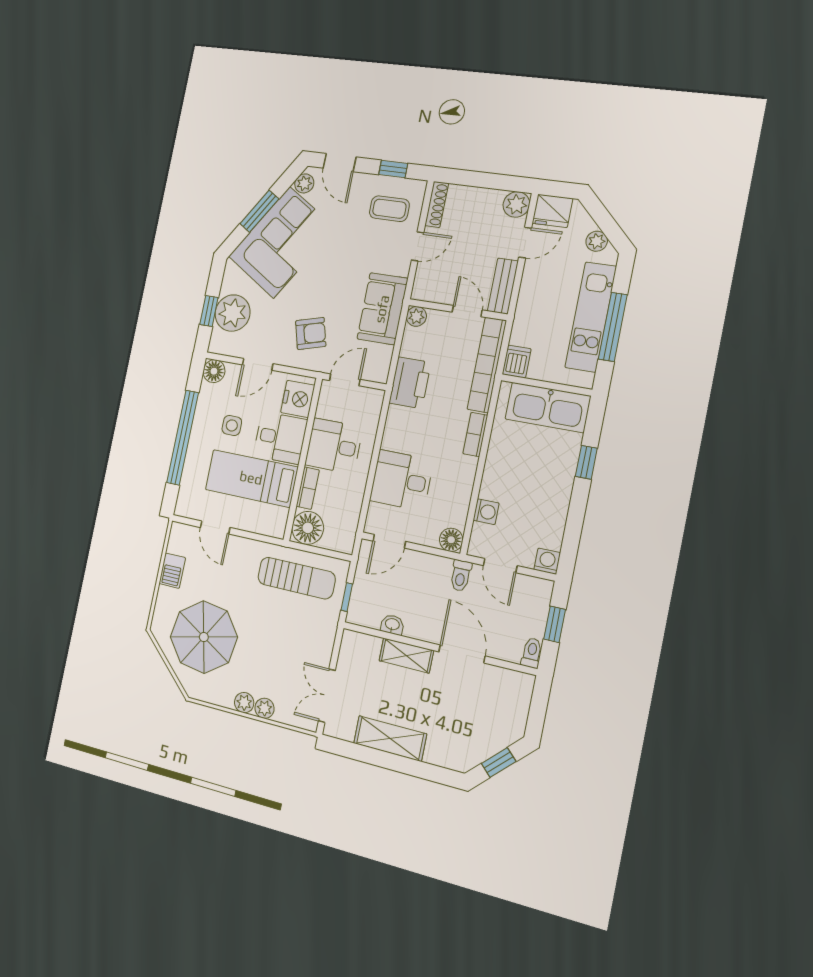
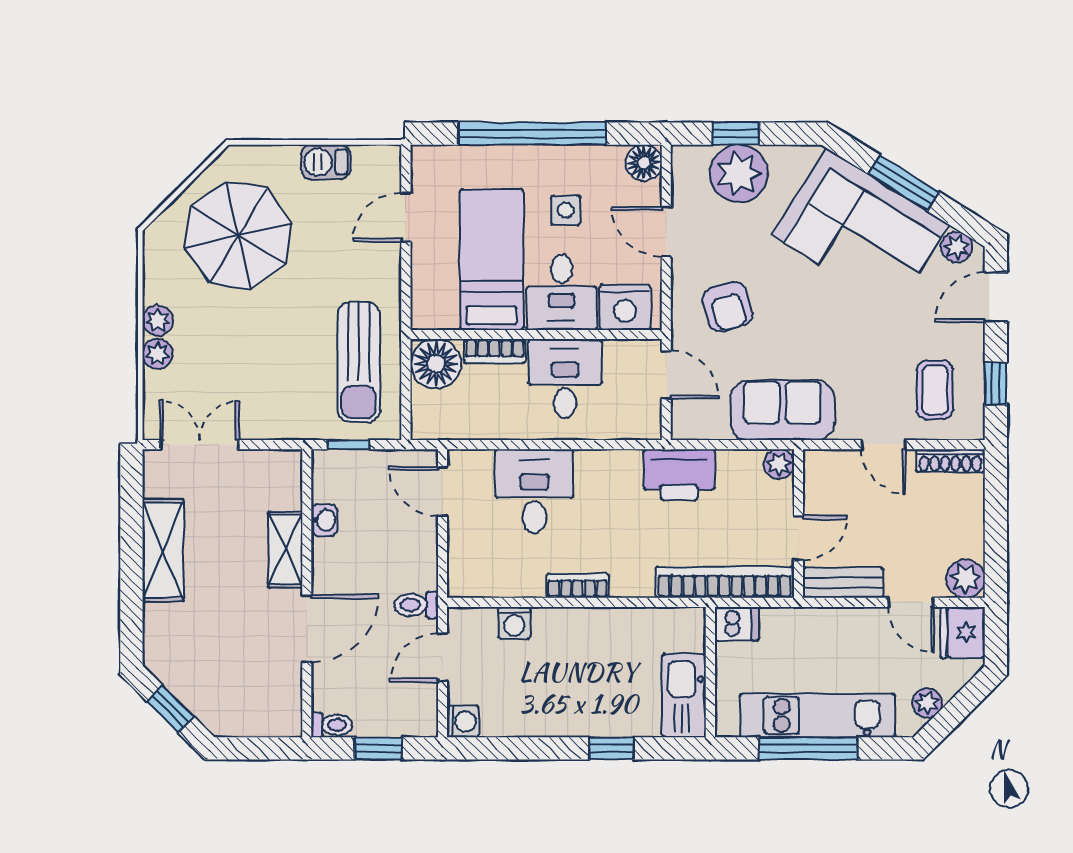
kitchen sink: (548, 407) -> (684, 696), width x0.73, depth x0.81
bookcase: (475, 434) -> (578, 586), moved
floor lamp: (451, 540) -> (464, 581), removed

